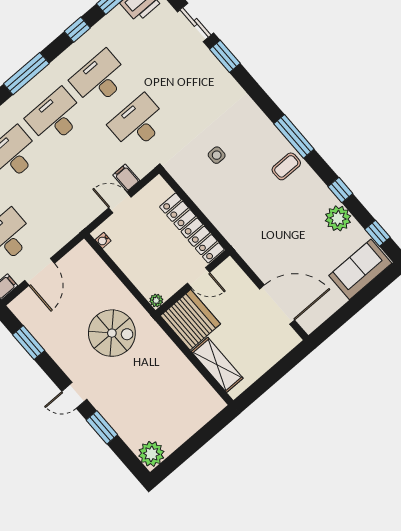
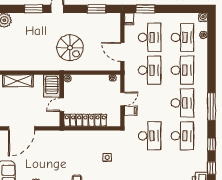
desk: (50, 200) -> (150, 70), added
door: (40, 272) -> (122, 52), moved
server rack: (190, 320) -> (52, 86), width x0.62
spiral stairs: (112, 333) -> (70, 48), turned -90

